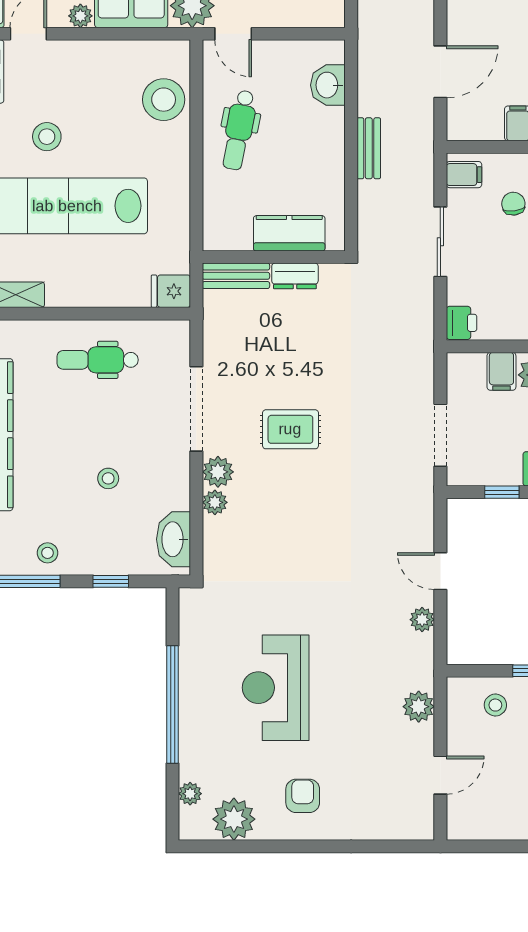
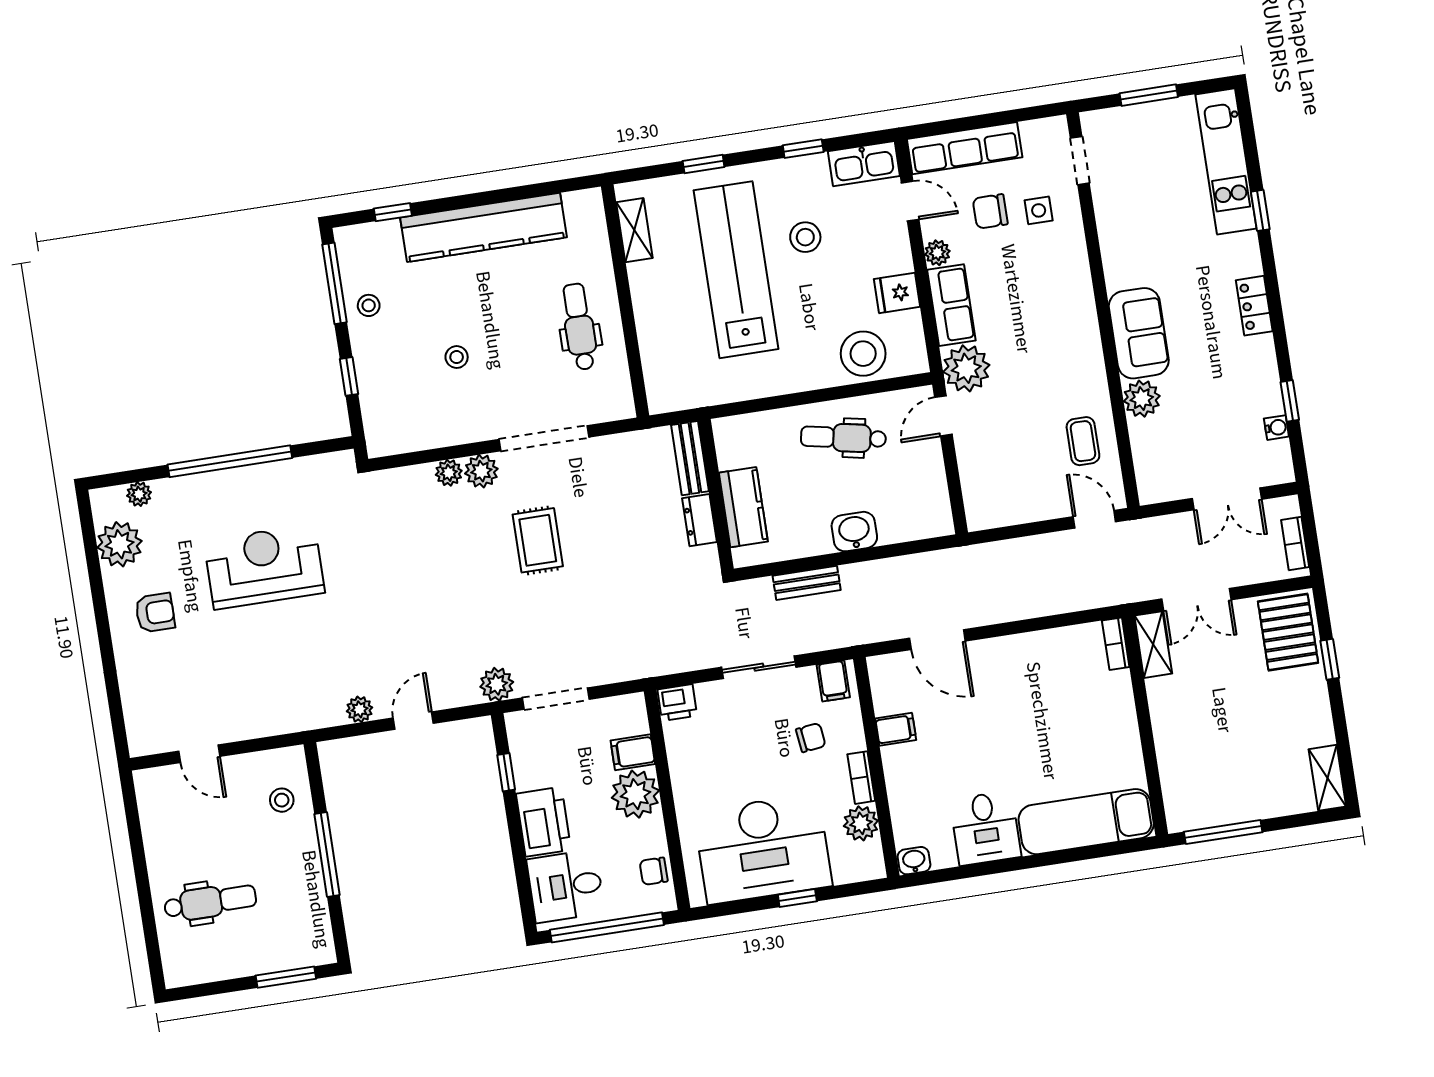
washbasin: (328, 85) -> (854, 532), moved
bench: (369, 148) -> (807, 583), moved
fridge: (171, 291) -> (897, 293), moved, turned -90
washbasin: (174, 539) -> (403, 435), removed
plant: (419, 707) -> (497, 684), moved

